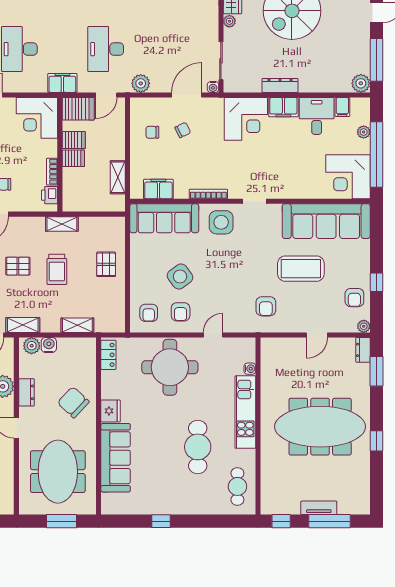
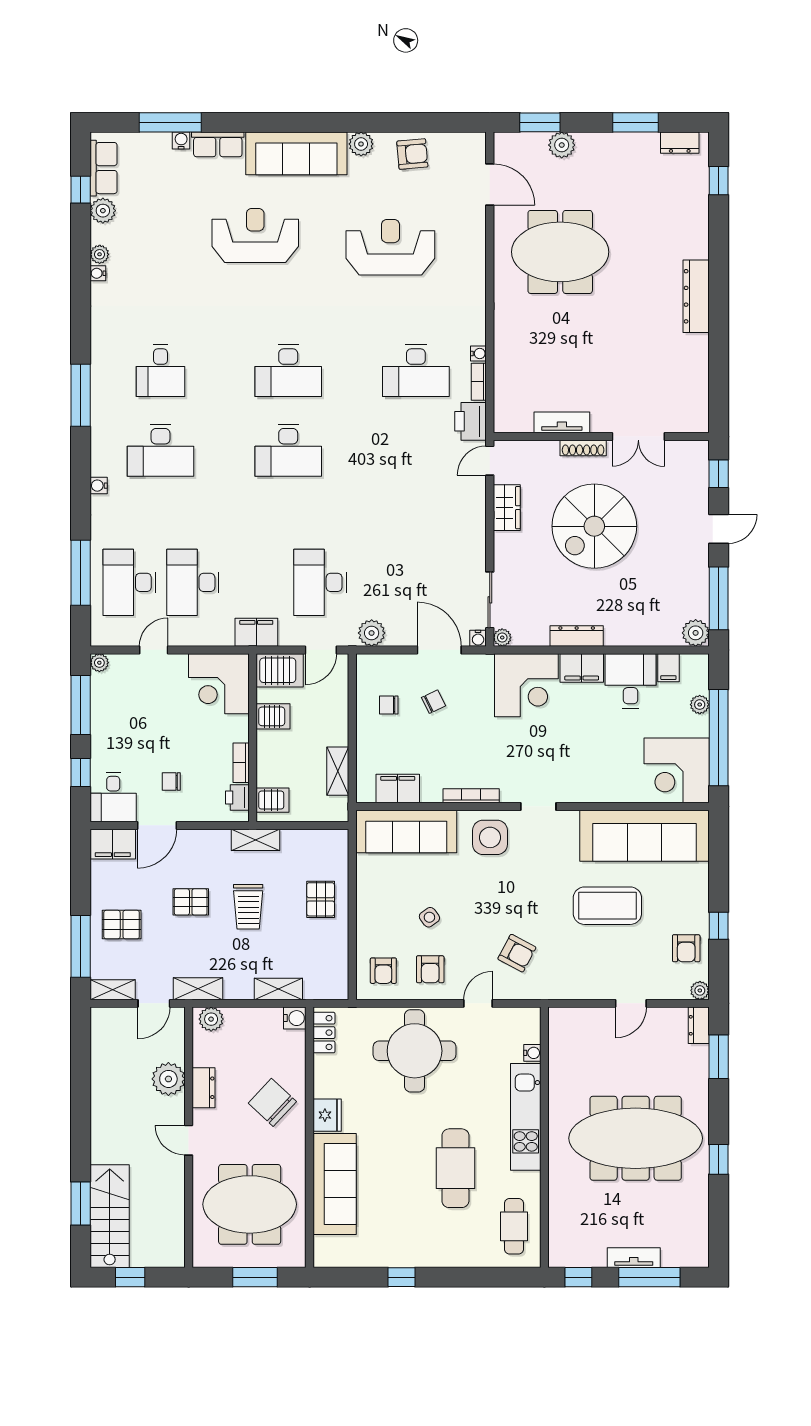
plant: (229, 21) -> (502, 638), moved
door: (187, 95) -> (439, 650), hinge flipped
server rack: (73, 158) -> (272, 800), moved
side table: (180, 276) -> (429, 917), width x0.54, depth x0.54
armchair: (266, 306) -> (517, 953), moved, turned -62
water cooler: (49, 345) -> (295, 1018), moved, turned 90
meeting table: (58, 472) -> (250, 1204), turned 90

